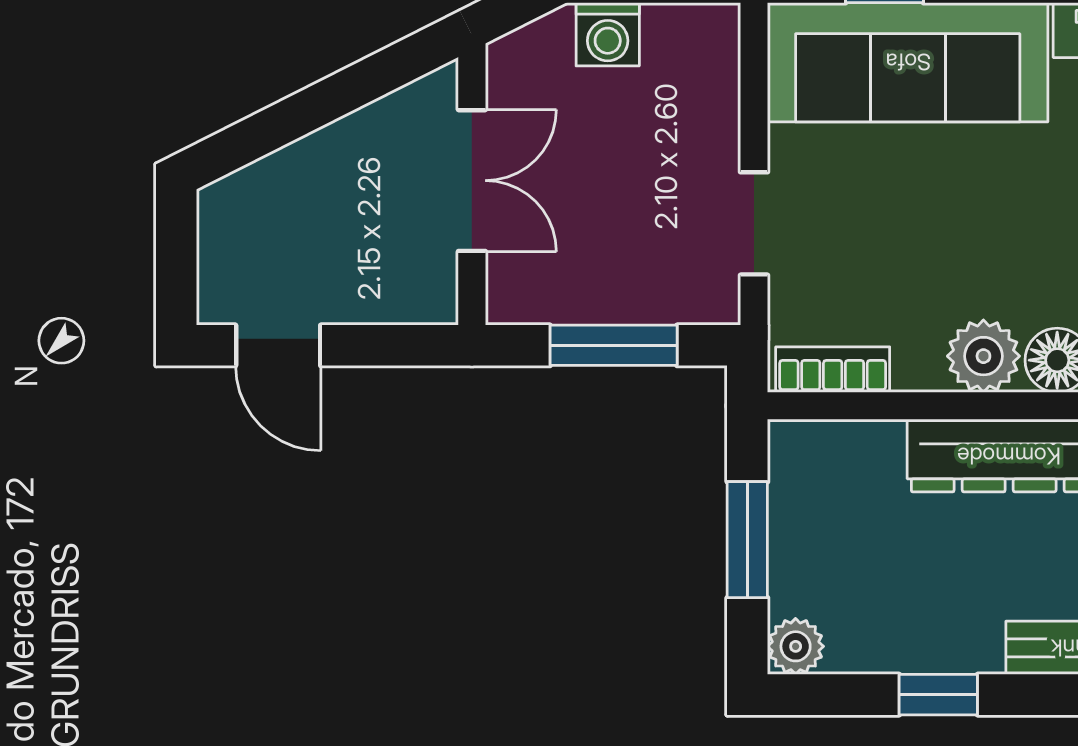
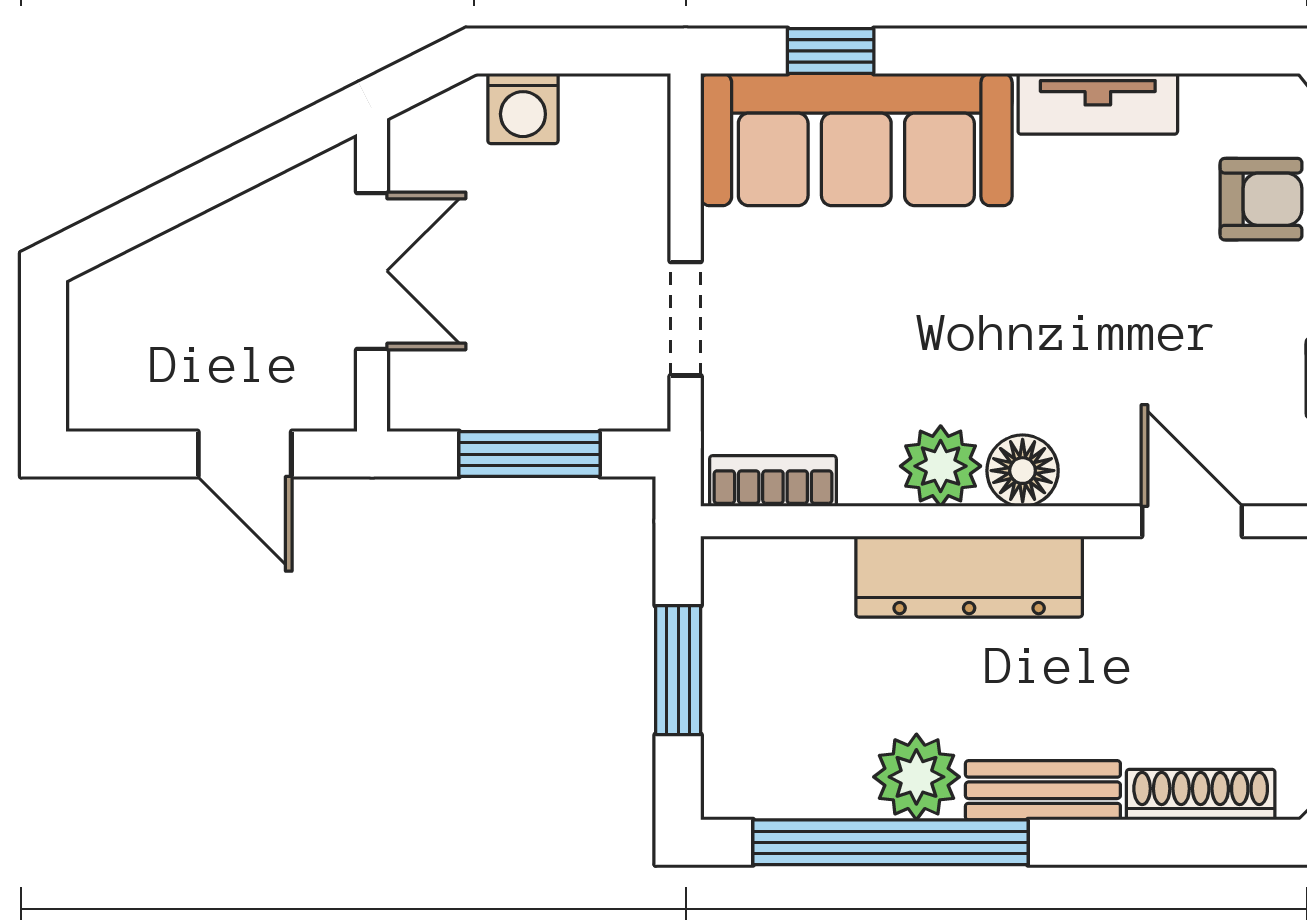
door: (278, 345) -> (245, 454), moved
plant: (796, 646) -> (916, 777), moved, width x1.38, depth x1.38
window: (938, 695) -> (890, 842), width x3.17

